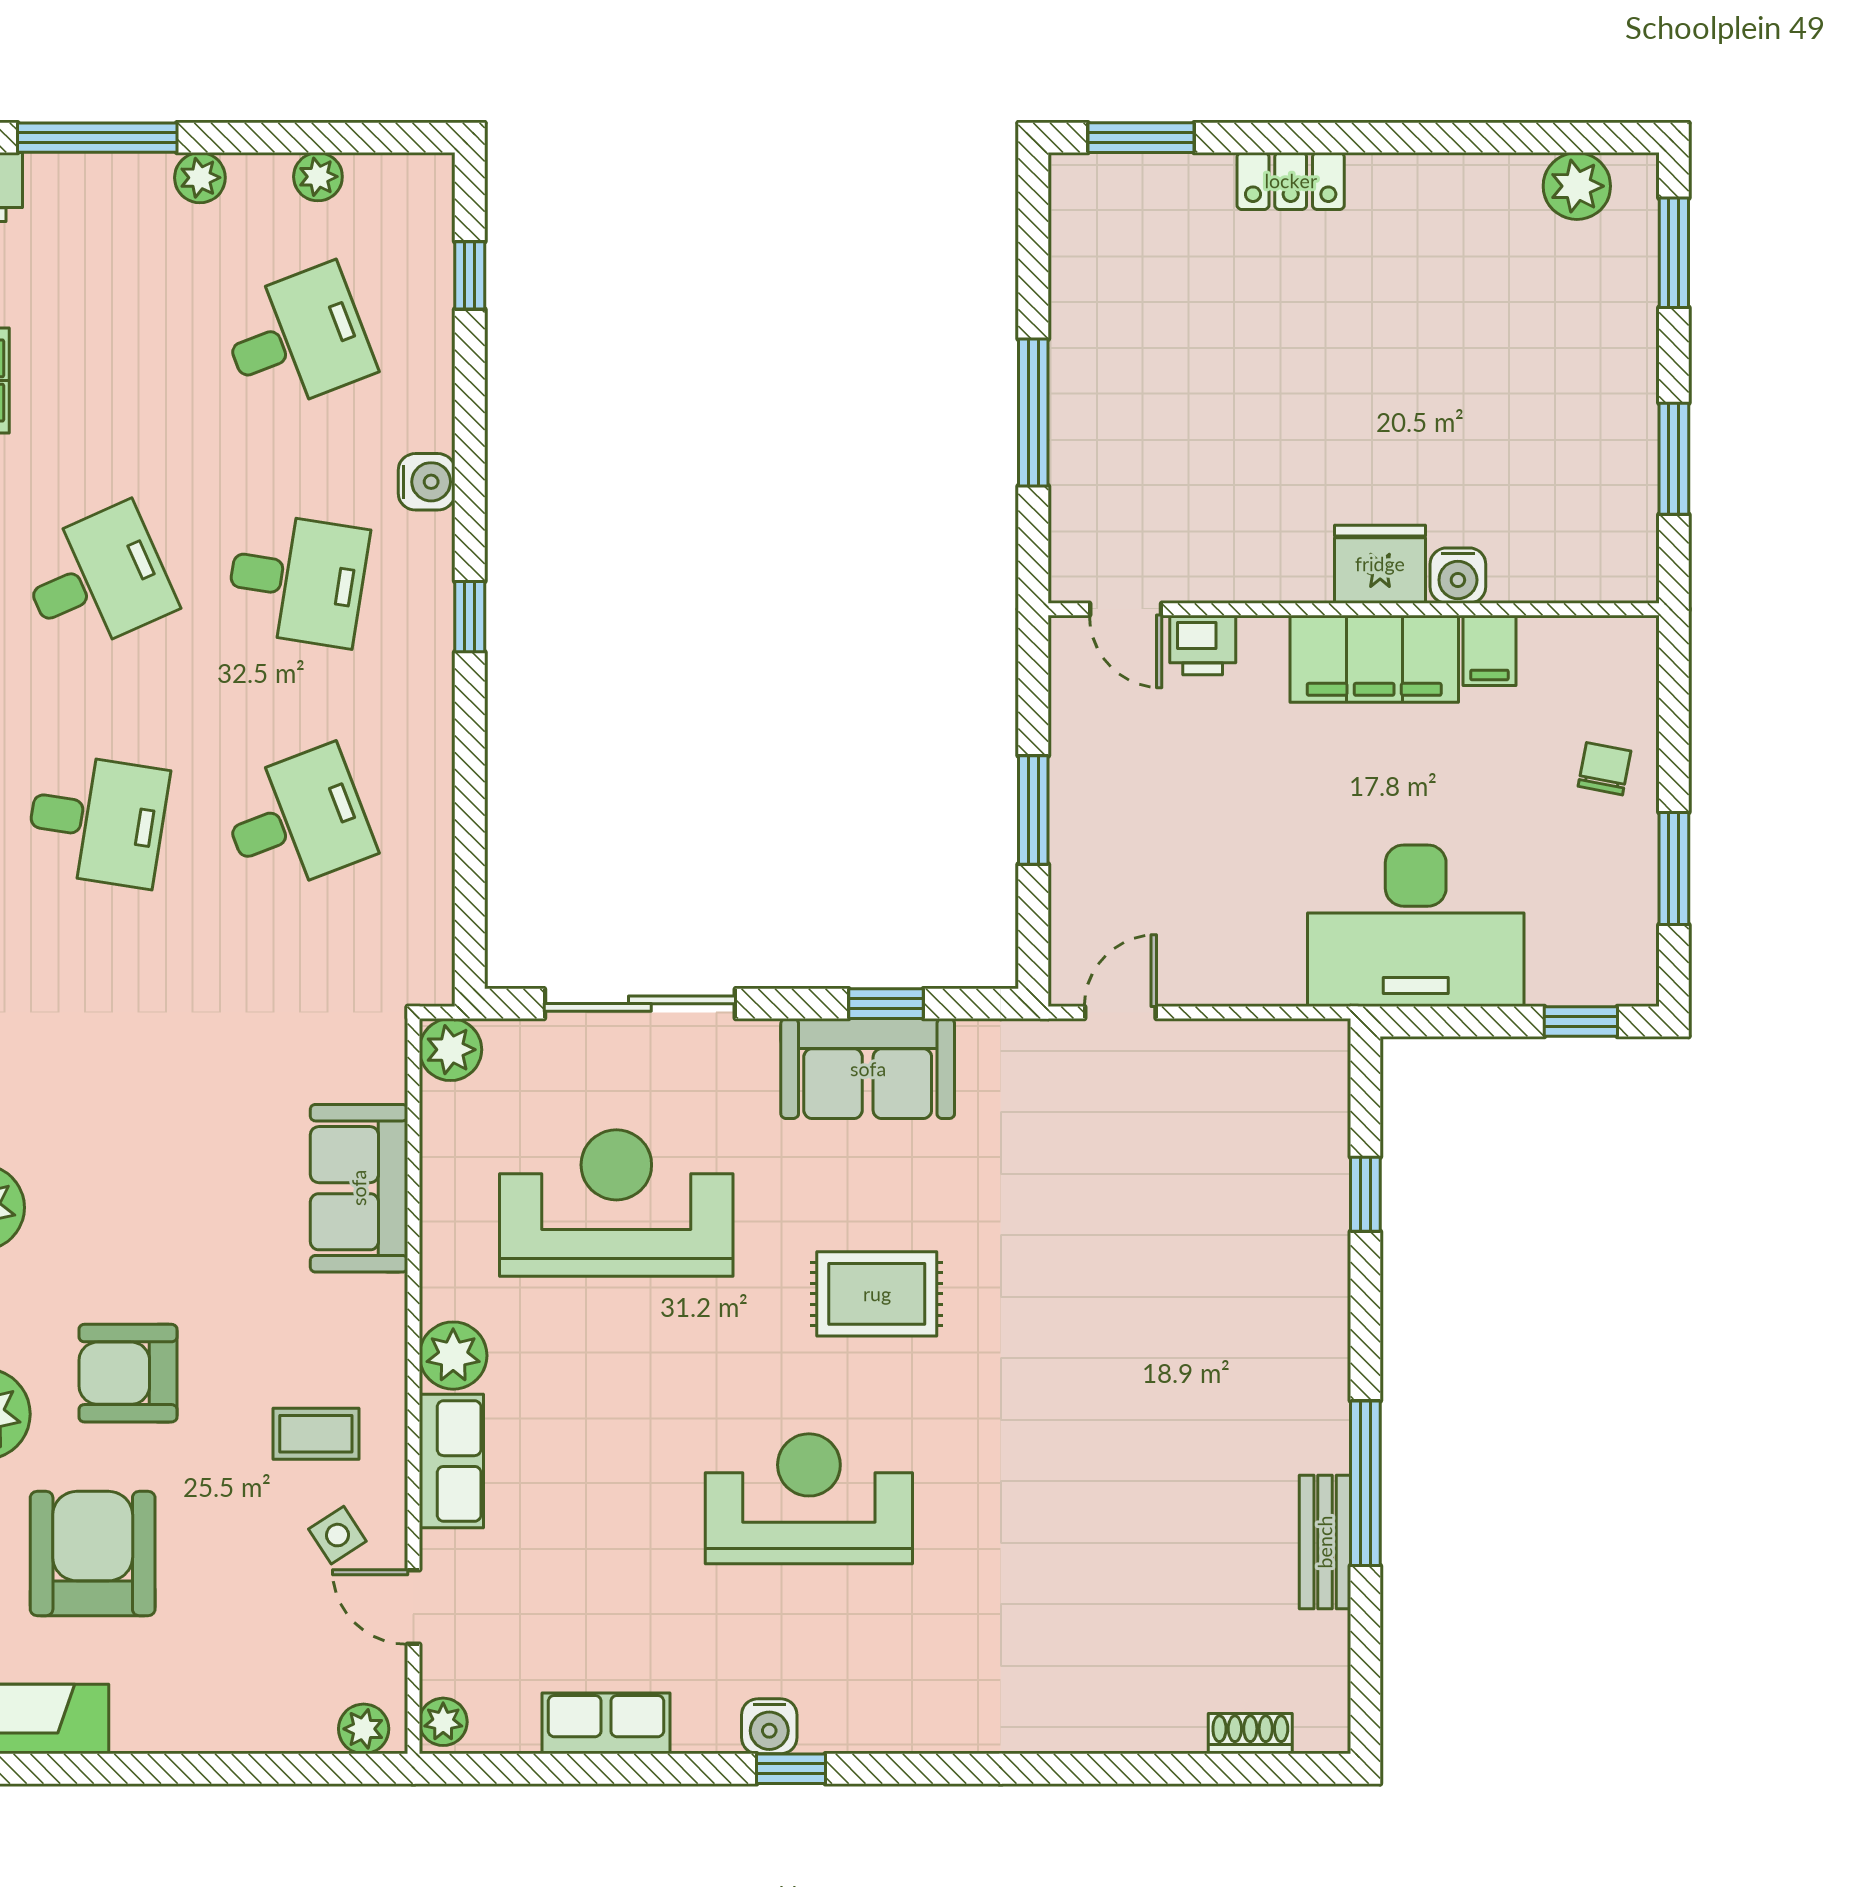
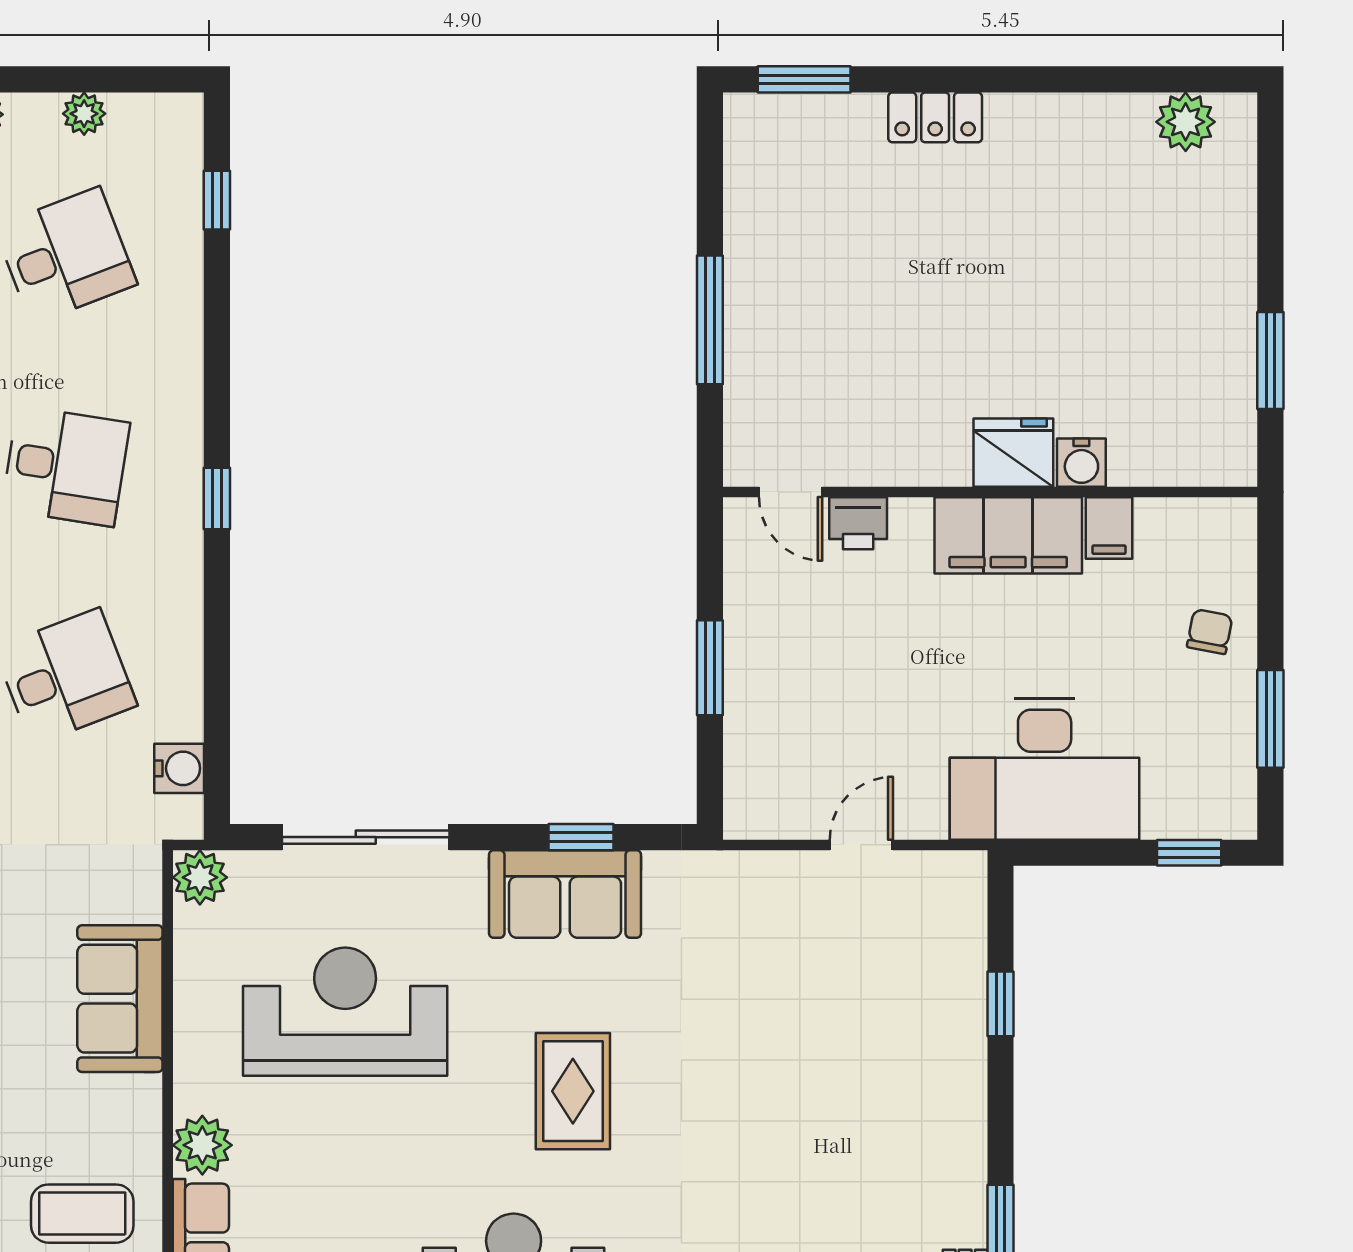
window: (1674, 253) -> (1270, 180), removed
water cooler: (427, 482) -> (179, 768), moved
door: (1120, 1013) -> (861, 845), moved
rug: (877, 1294) -> (573, 1091), turned 90
coffee table: (316, 1434) -> (82, 1214), width x1.36, depth x1.30

